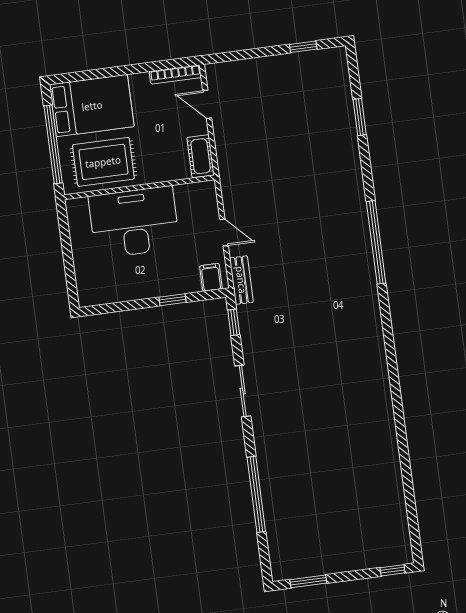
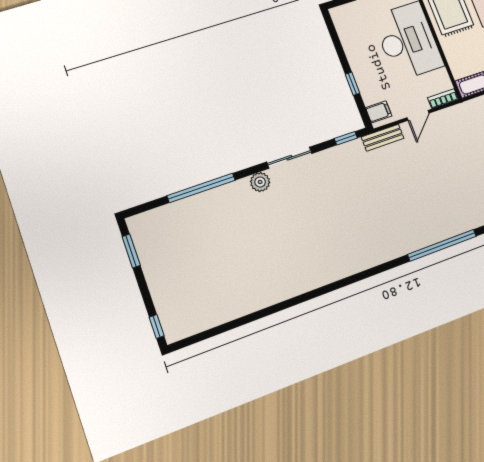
bookcase: (210, 198) -> (443, 99), added
plant: (263, 429) -> (260, 182), added

